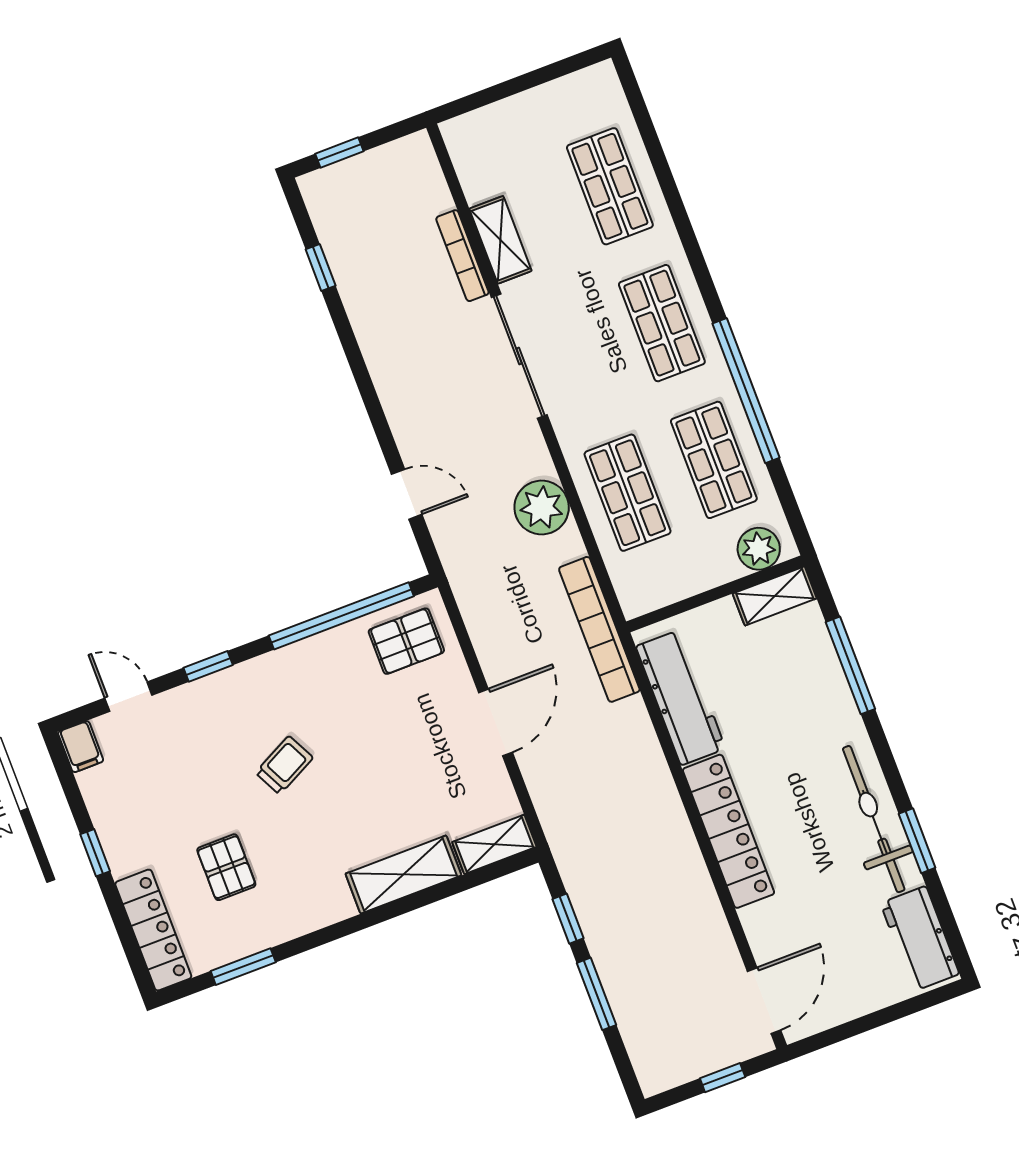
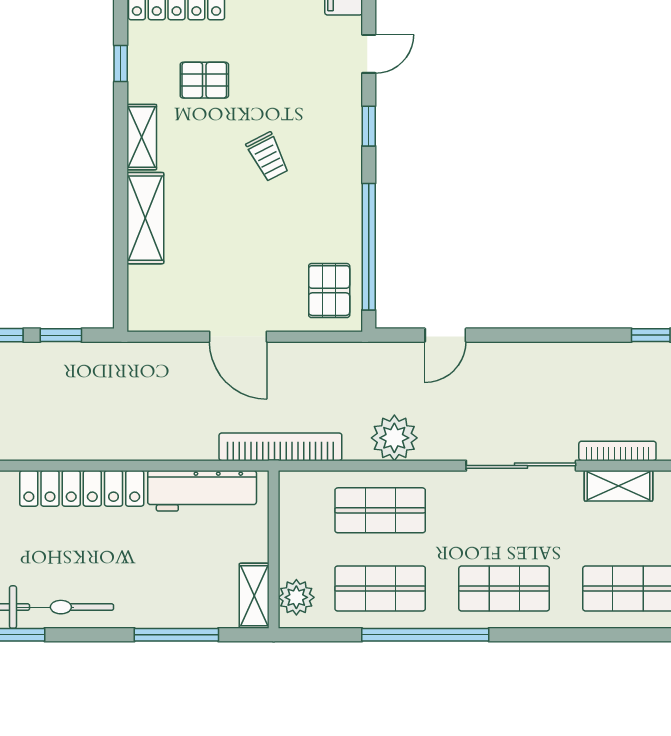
shelving: (494, 844) -> (142, 137), moved
window: (243, 967) -> (121, 64), width x0.67

